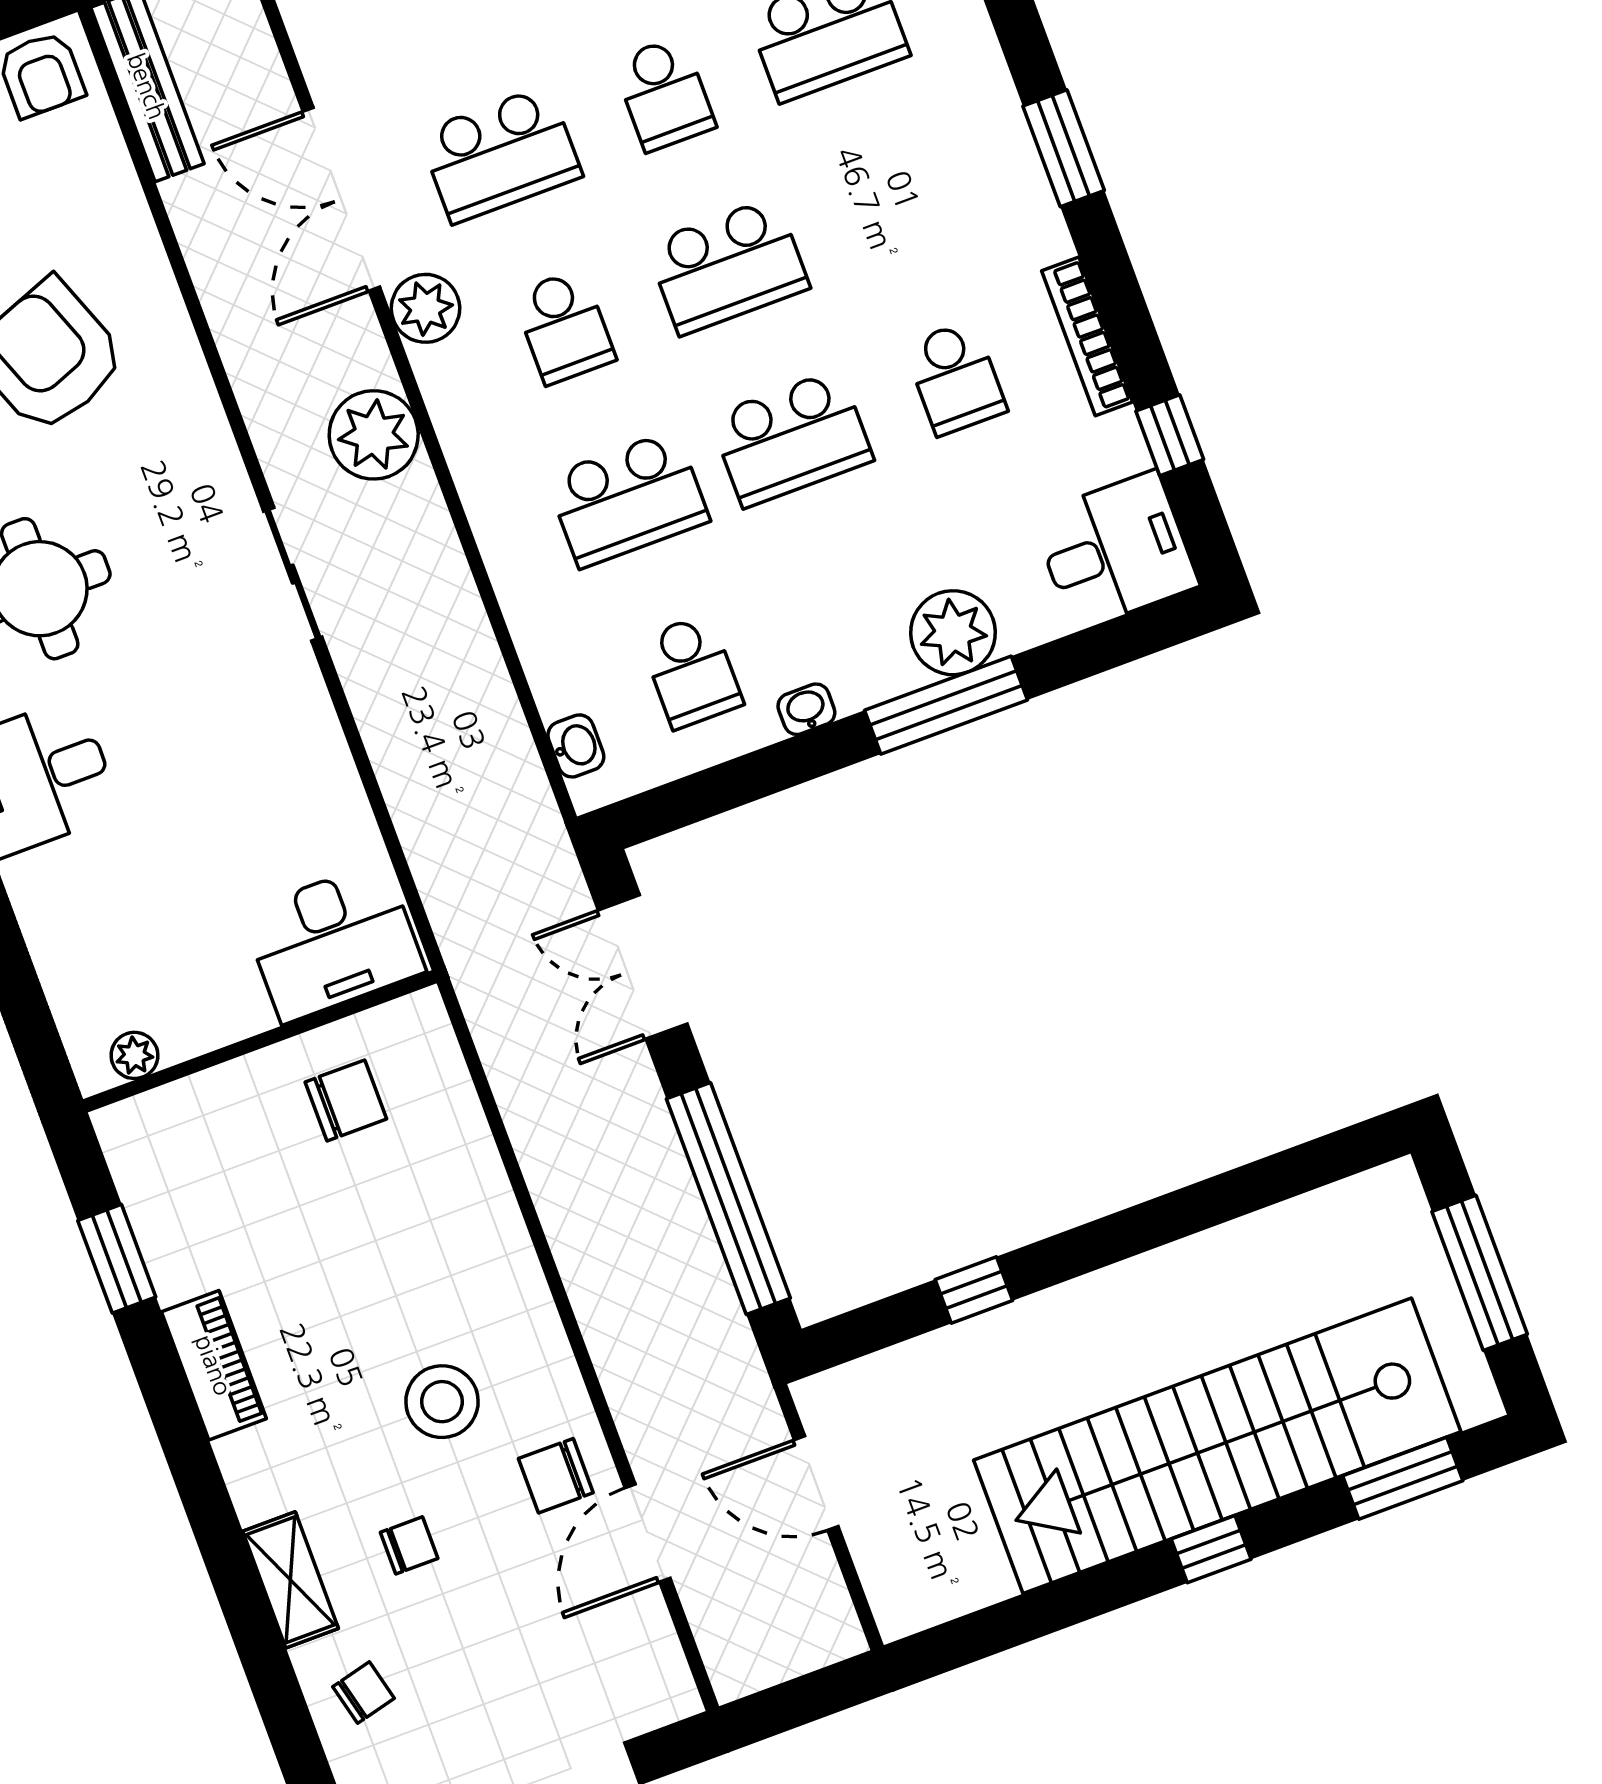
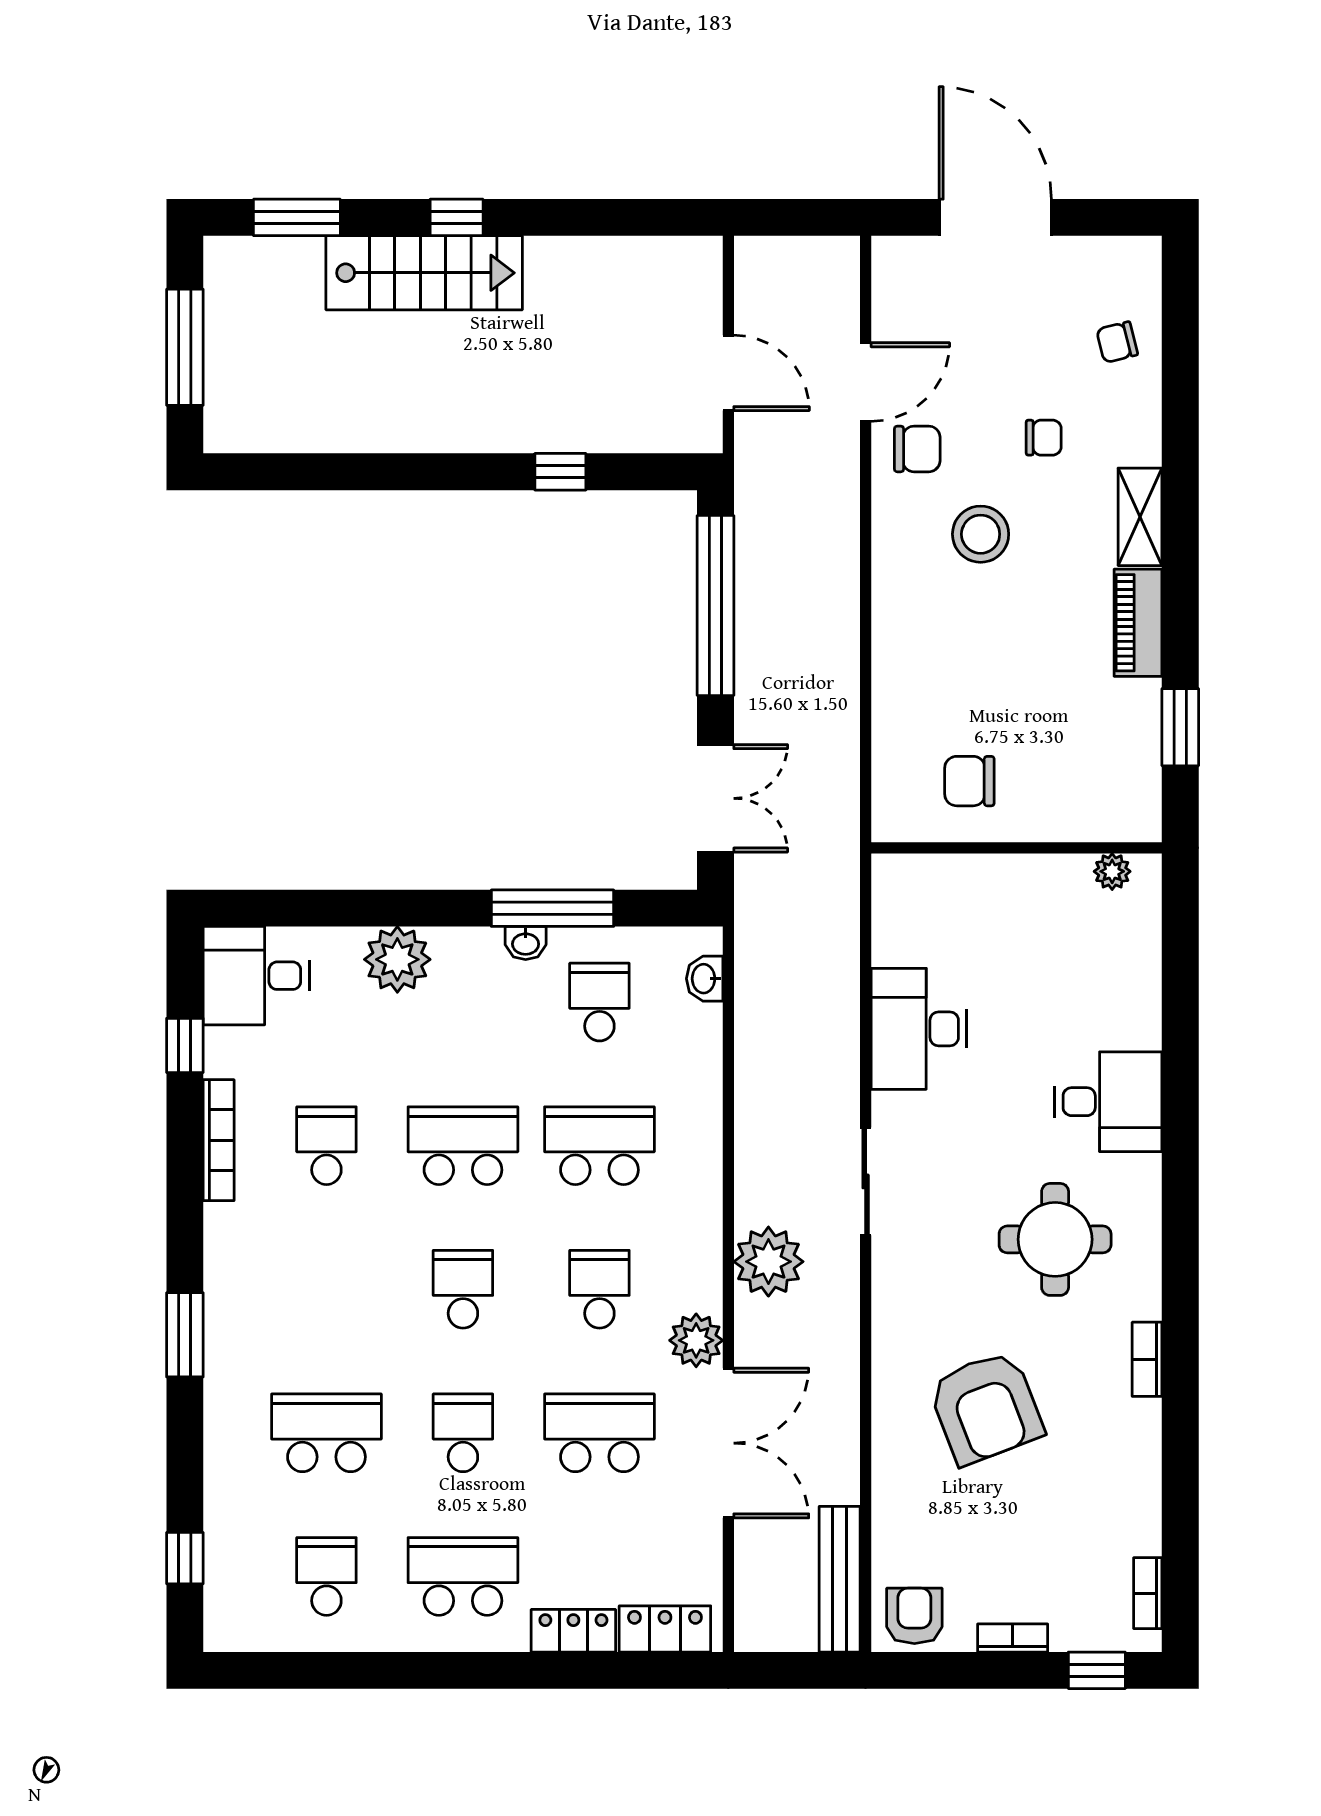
window: (1064, 148) -> (185, 1335), moved
school desk: (728, 266) -> (463, 1289), width x0.54
window: (946, 705) -> (552, 908), moved
desk: (333, 942) -> (919, 1029), moved, turned -90
stairs: (1217, 1446) -> (424, 273), width x0.54, depth x0.66
chair: (409, 1545) -> (1044, 438), turned 180
shelving: (290, 1580) -> (1140, 517), moved

